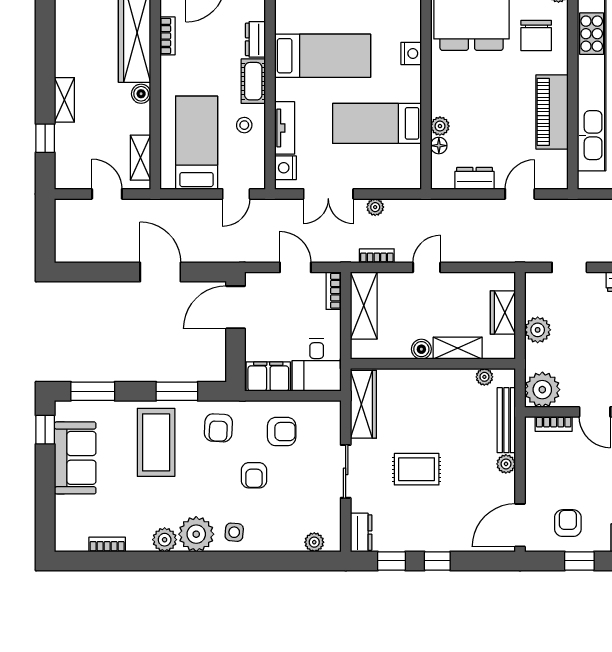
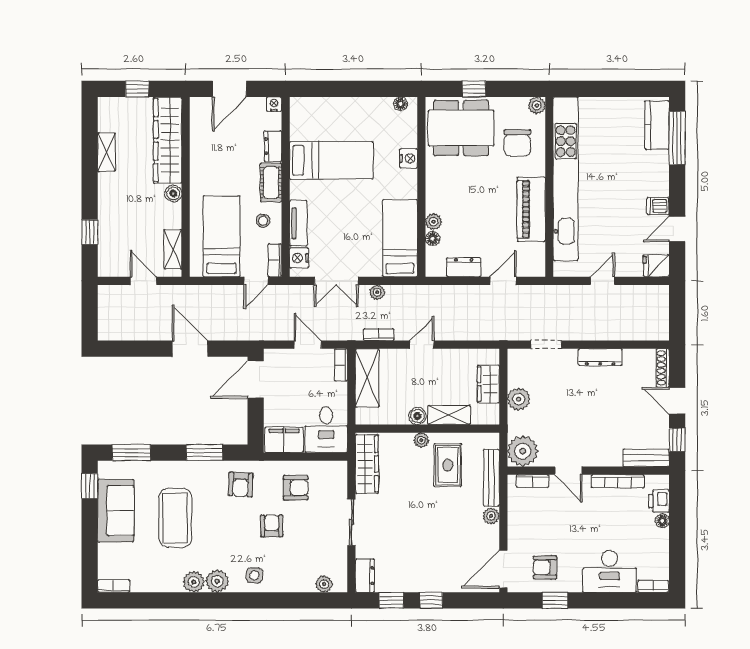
bookcase: (167, 36) -> (275, 260), moved, turned 180
shelving: (64, 100) -> (106, 152), moved
bed: (377, 123) -> (400, 238), moved, turned 90
plant: (484, 377) -> (421, 440), moved
coffee table: (156, 442) -> (175, 518), moved
rug: (417, 469) -> (448, 465), moved, turned 90
armchair: (254, 475) -> (272, 526), turned 180
armchair: (568, 523) -> (545, 567), turned -90
plant: (196, 534) -> (217, 581), width x0.73, depth x0.73
bookcase: (107, 544) -> (114, 586), moved

